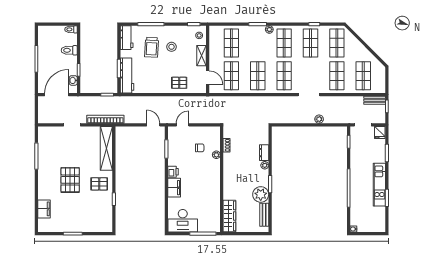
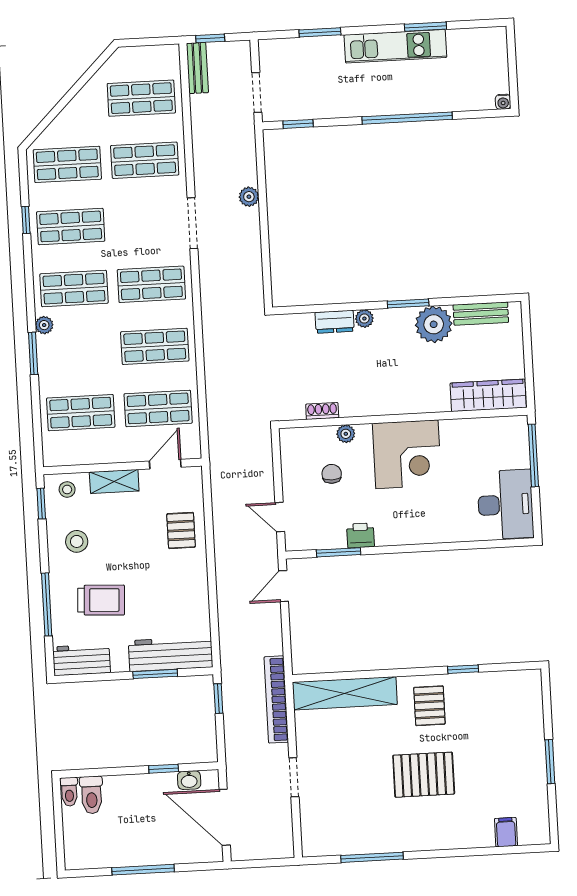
stool: (172, 47) -> (77, 541), moved
toilet: (69, 50) -> (92, 795), moved
fridge: (380, 133) -> (273, 52), removed
printer: (173, 172) -> (361, 535), moved
corner desk: (206, 180) -> (407, 454), added
filing cabinet: (174, 188) -> (429, 529), removed
filing cabinet: (44, 209) -> (506, 832), width x0.50

